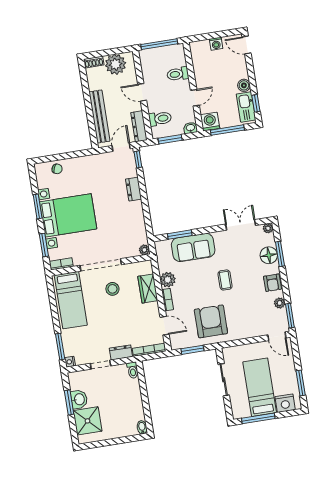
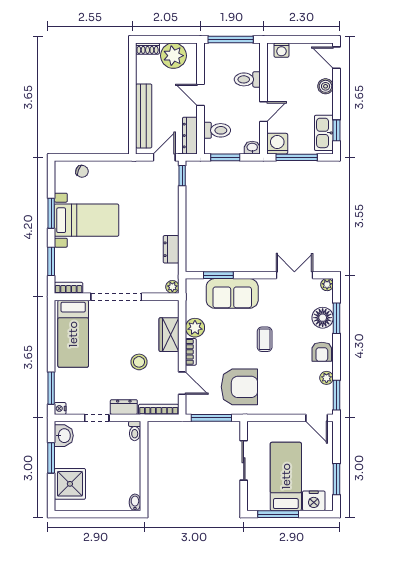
washing machine: (216, 44) -> (281, 50), moved
boiler: (244, 85) -> (326, 86), moved
dresser: (134, 189) -> (171, 249), moved
bed with nightstands: (68, 215) -> (87, 220), width x0.73
stool: (112, 289) -> (139, 362), moved
armchair: (211, 321) -> (239, 387), turned 90
window: (192, 350) -> (211, 418), width x1.44
washbasin: (79, 399) -> (64, 436), moved

